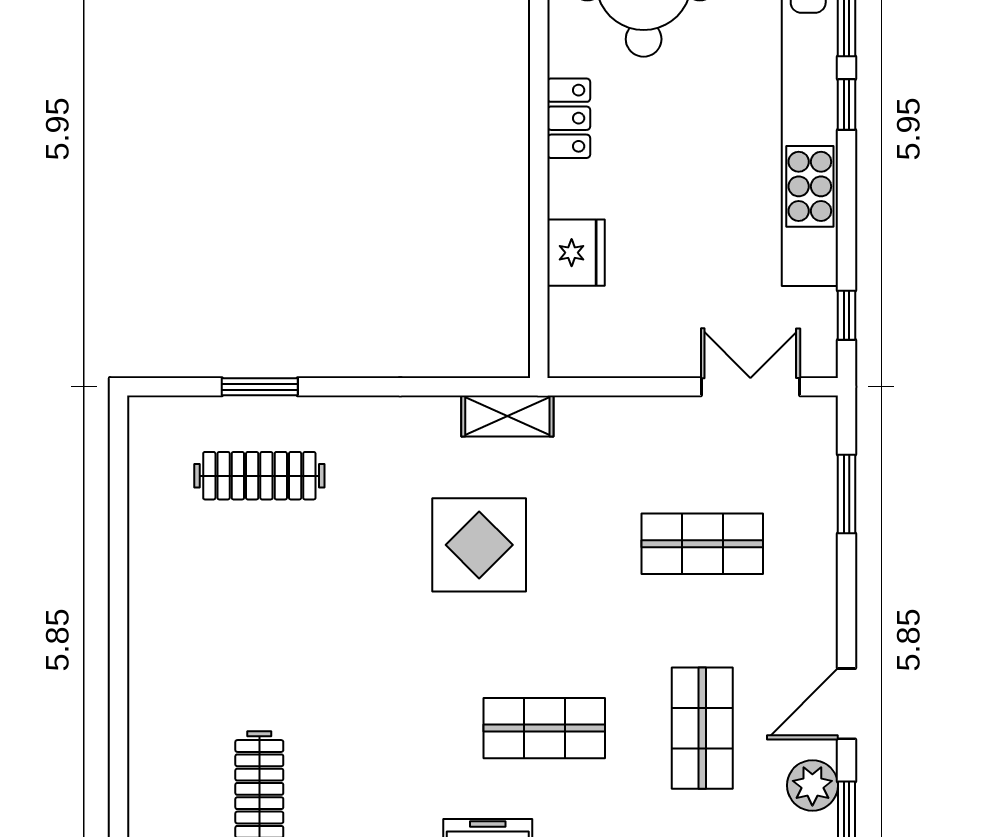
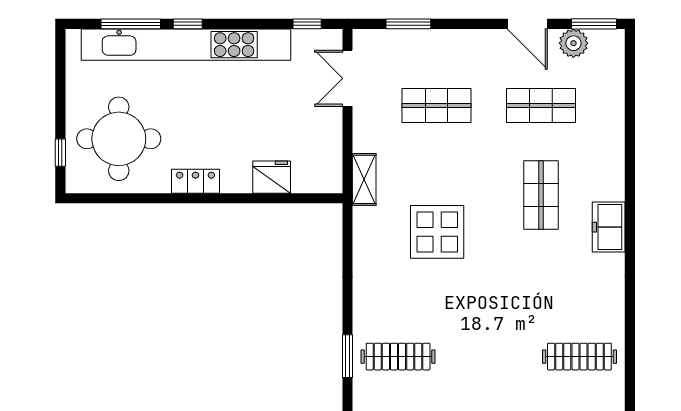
shelving: (507, 416) -> (364, 179), moved
clothes rail: (259, 476) -> (398, 357), turned 90
shop shelf: (702, 544) -> (437, 106), turned 90

